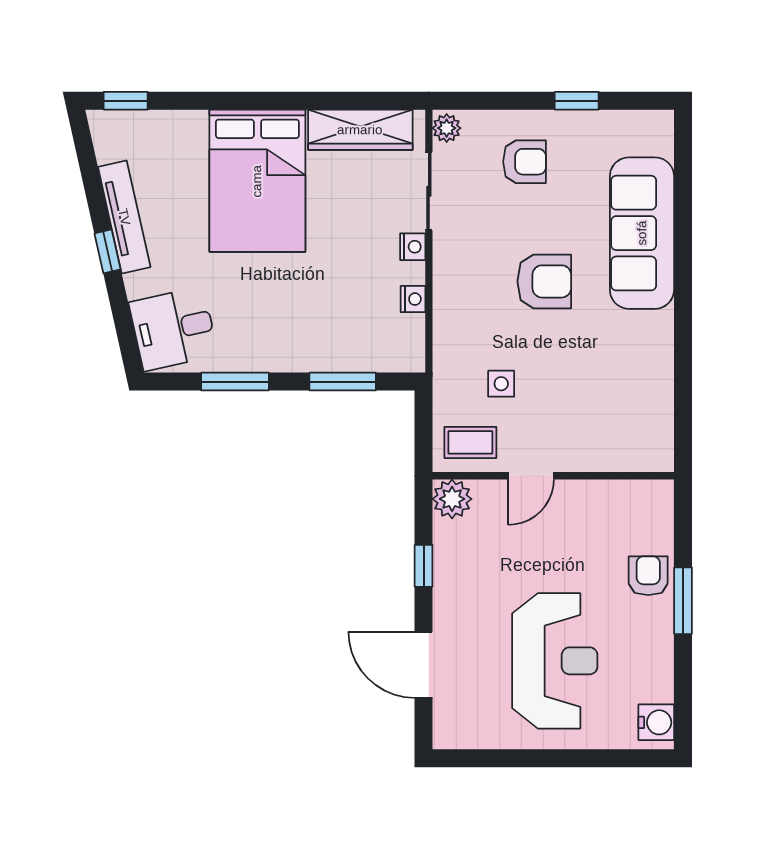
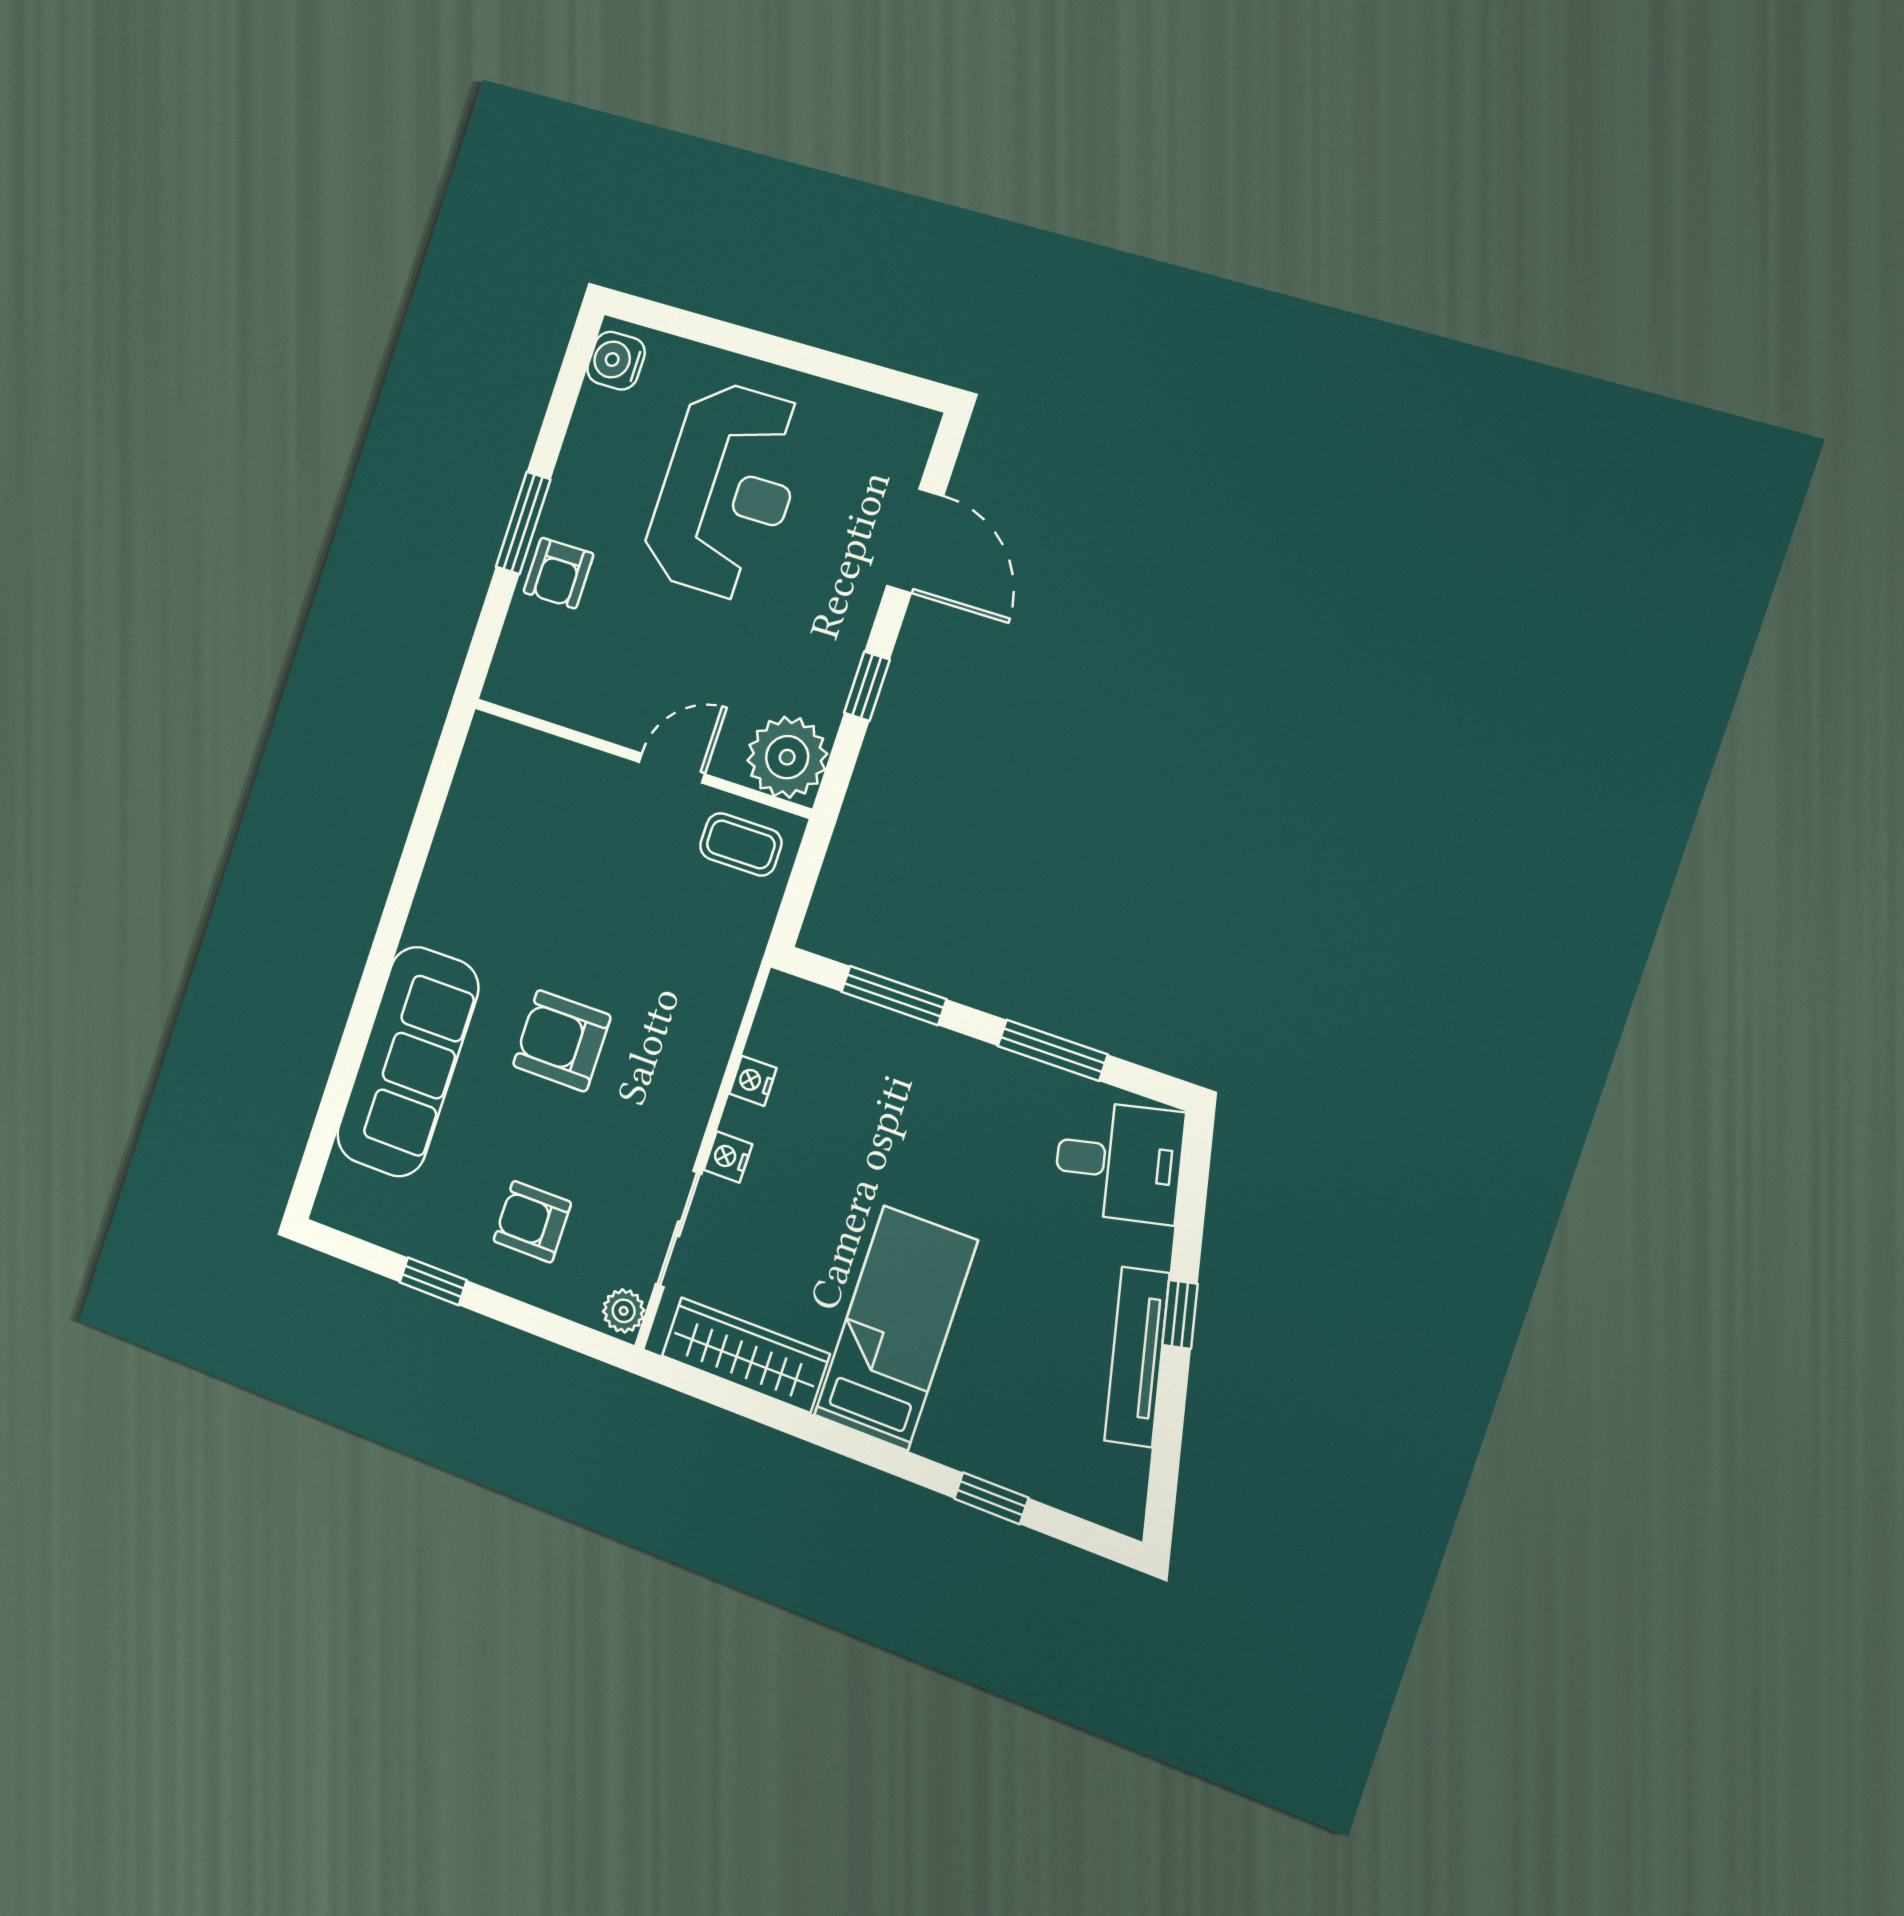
window: (126, 101) -> (991, 1498), moved
bed: (257, 181) -> (896, 1328), width x0.67
side table: (501, 384) -> (670, 915), removed
plant: (452, 499) -> (787, 757), width x1.36, depth x1.36
reception desk: (555, 661) -> (727, 491), turned 180

